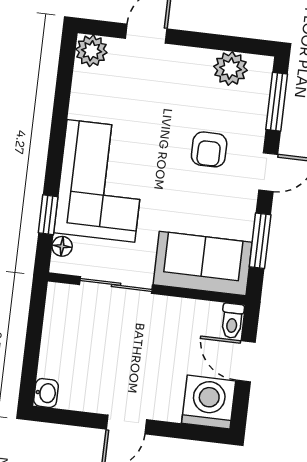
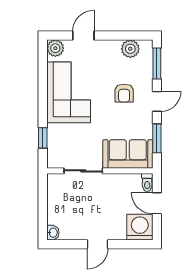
corner sofa: (101, 181) -> (69, 92), moved
floor lamp: (62, 246) -> (52, 154), removed

